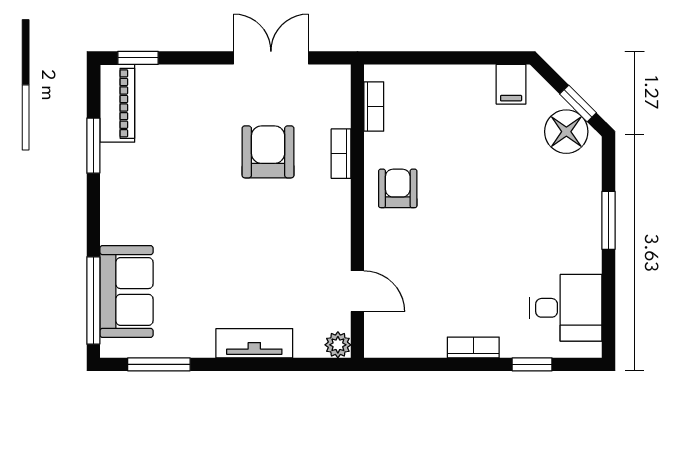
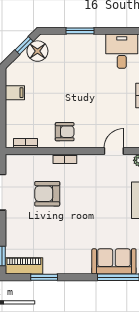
filing cabinet: (511, 84) -> (15, 93), moved
bookcase: (341, 154) -> (65, 159), moved
armchair: (398, 188) -> (65, 132), turned 180

